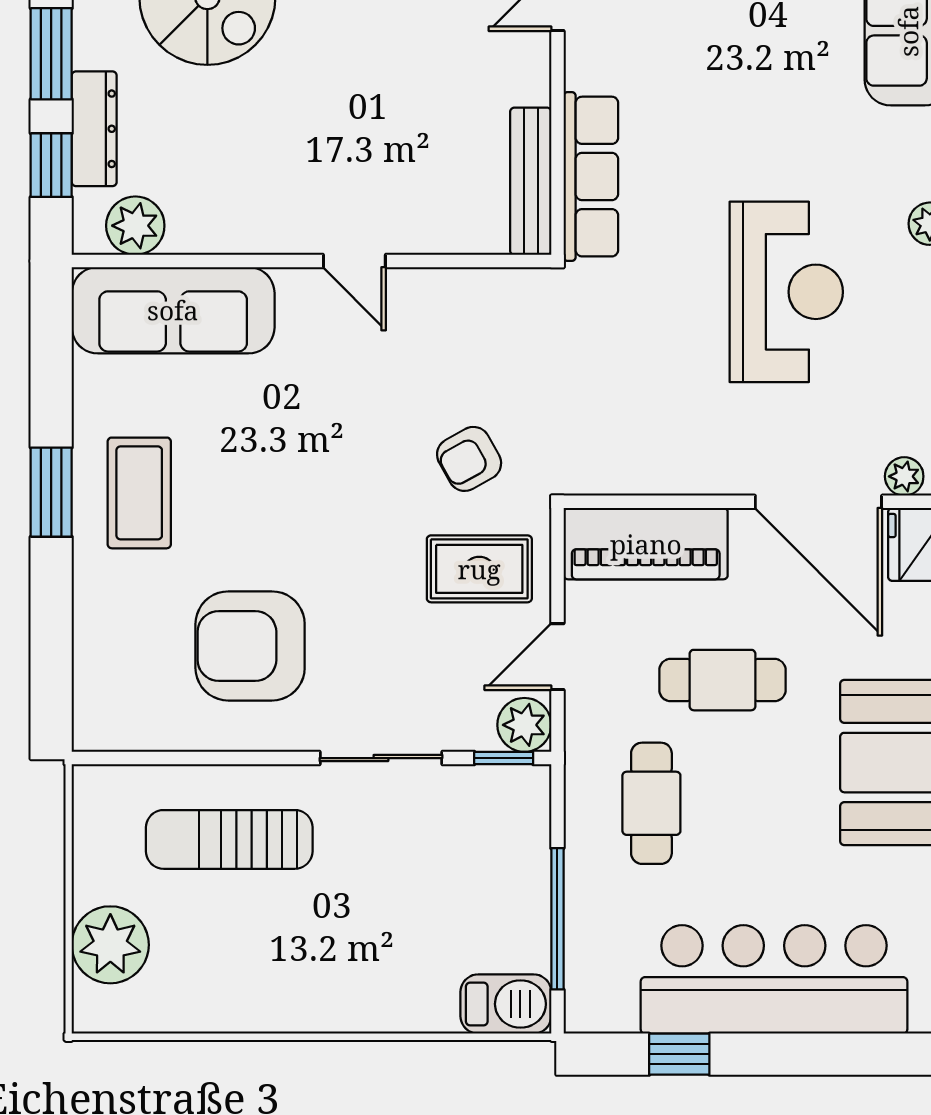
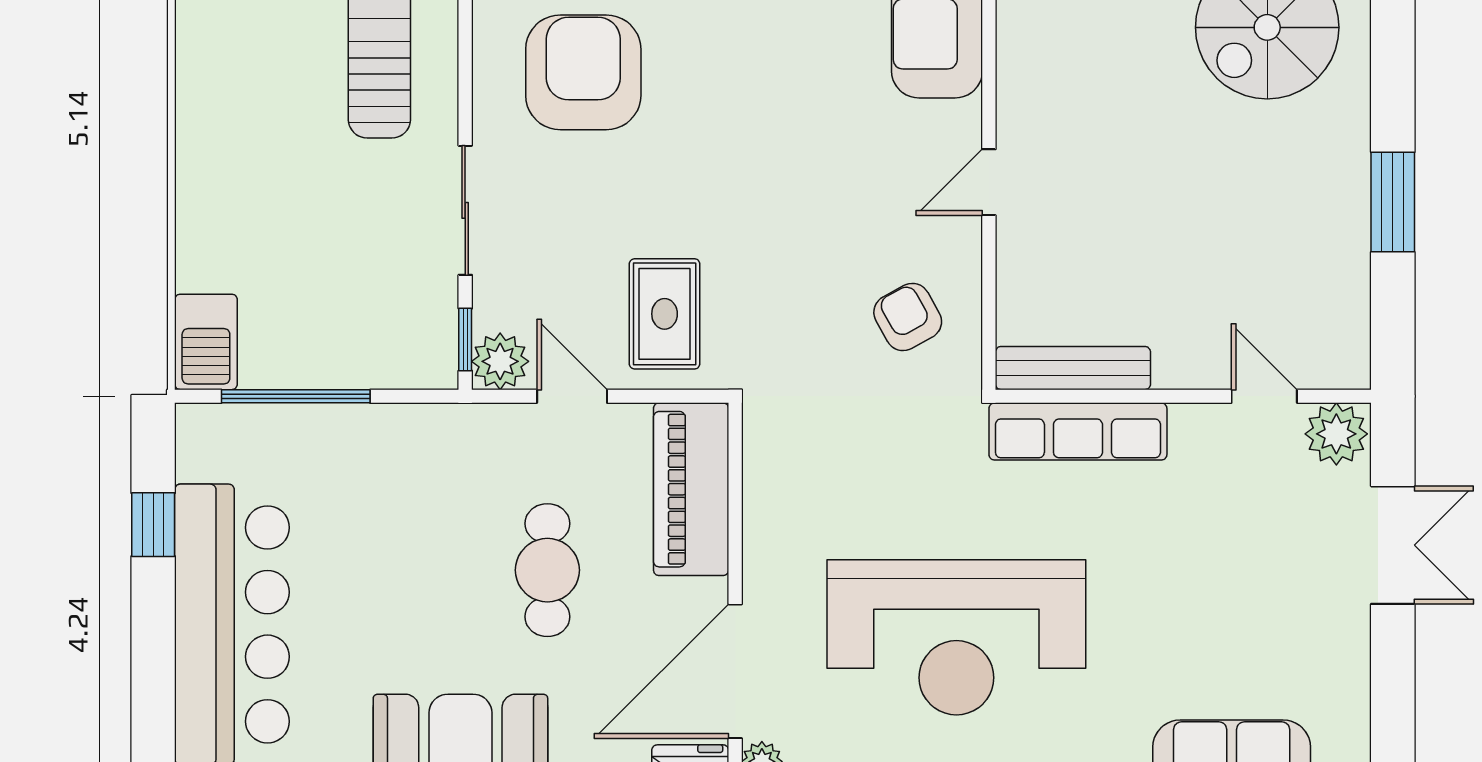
reception desk: (786, 292) -> (956, 637), width x1.36, depth x1.30
armchair: (469, 459) -> (908, 317), moved
cafe table: (651, 803) -> (417, 495), removed

